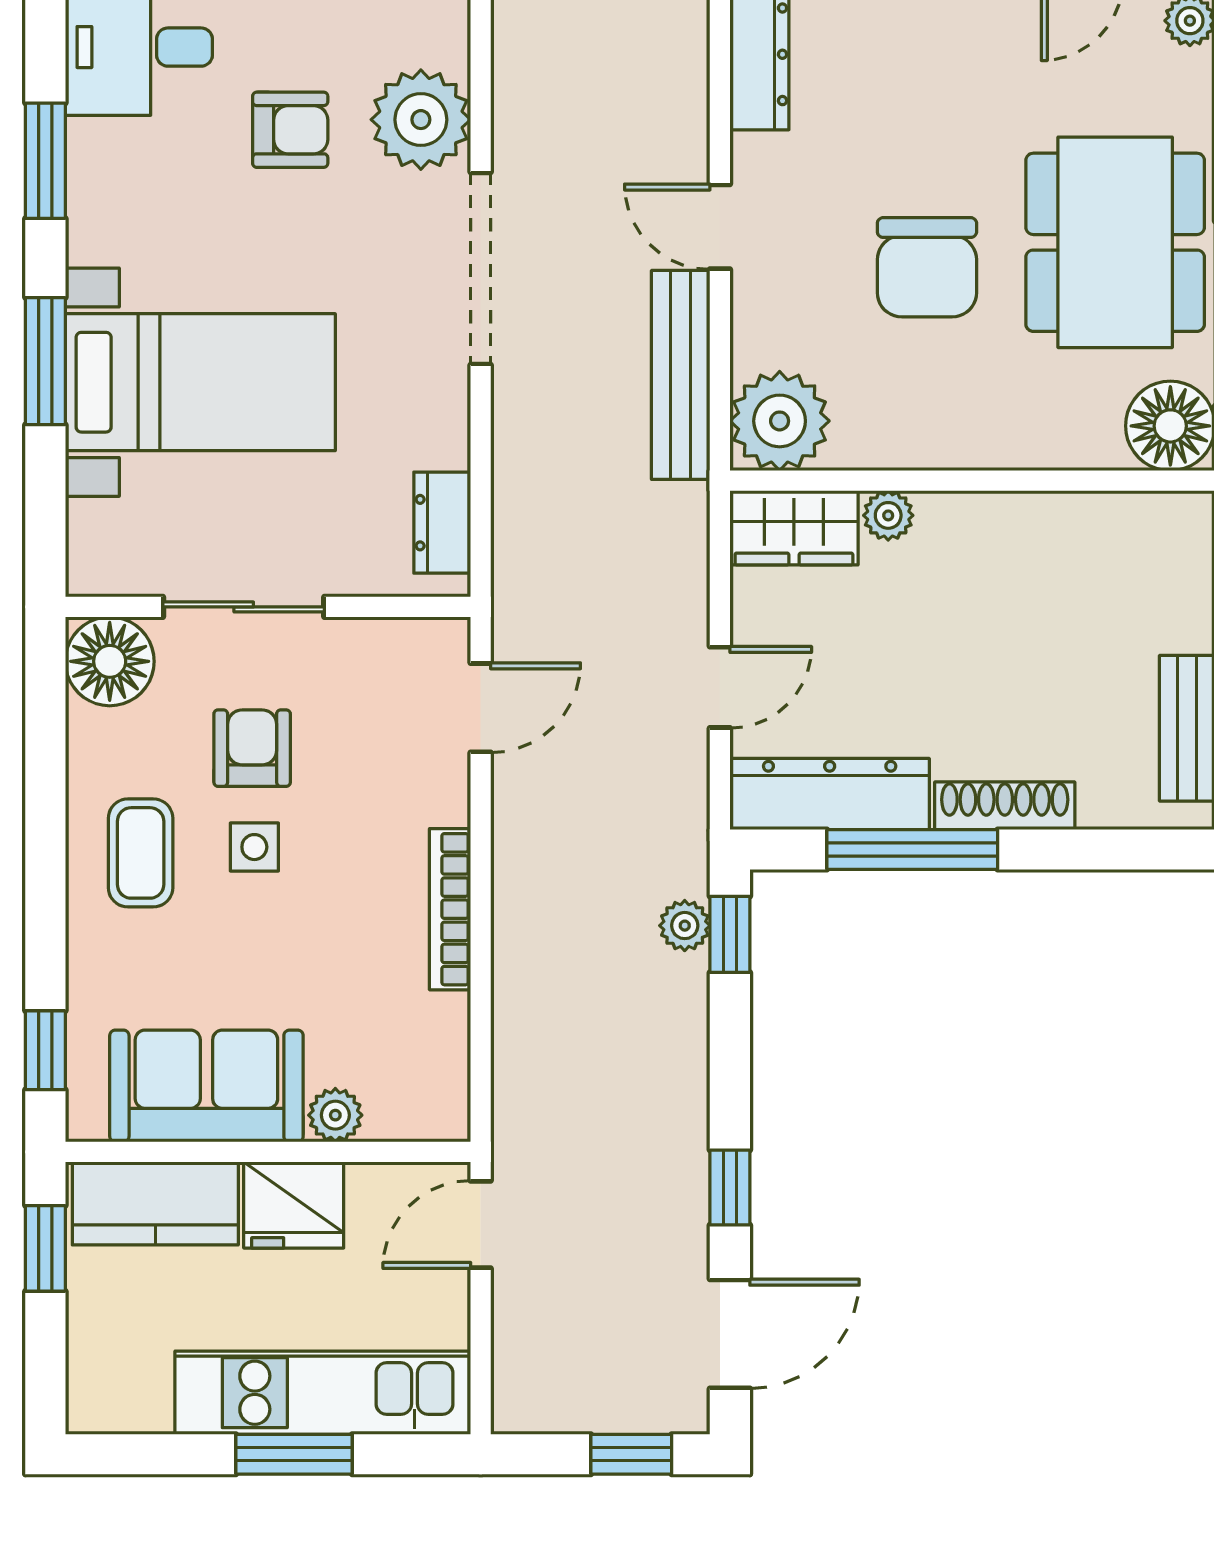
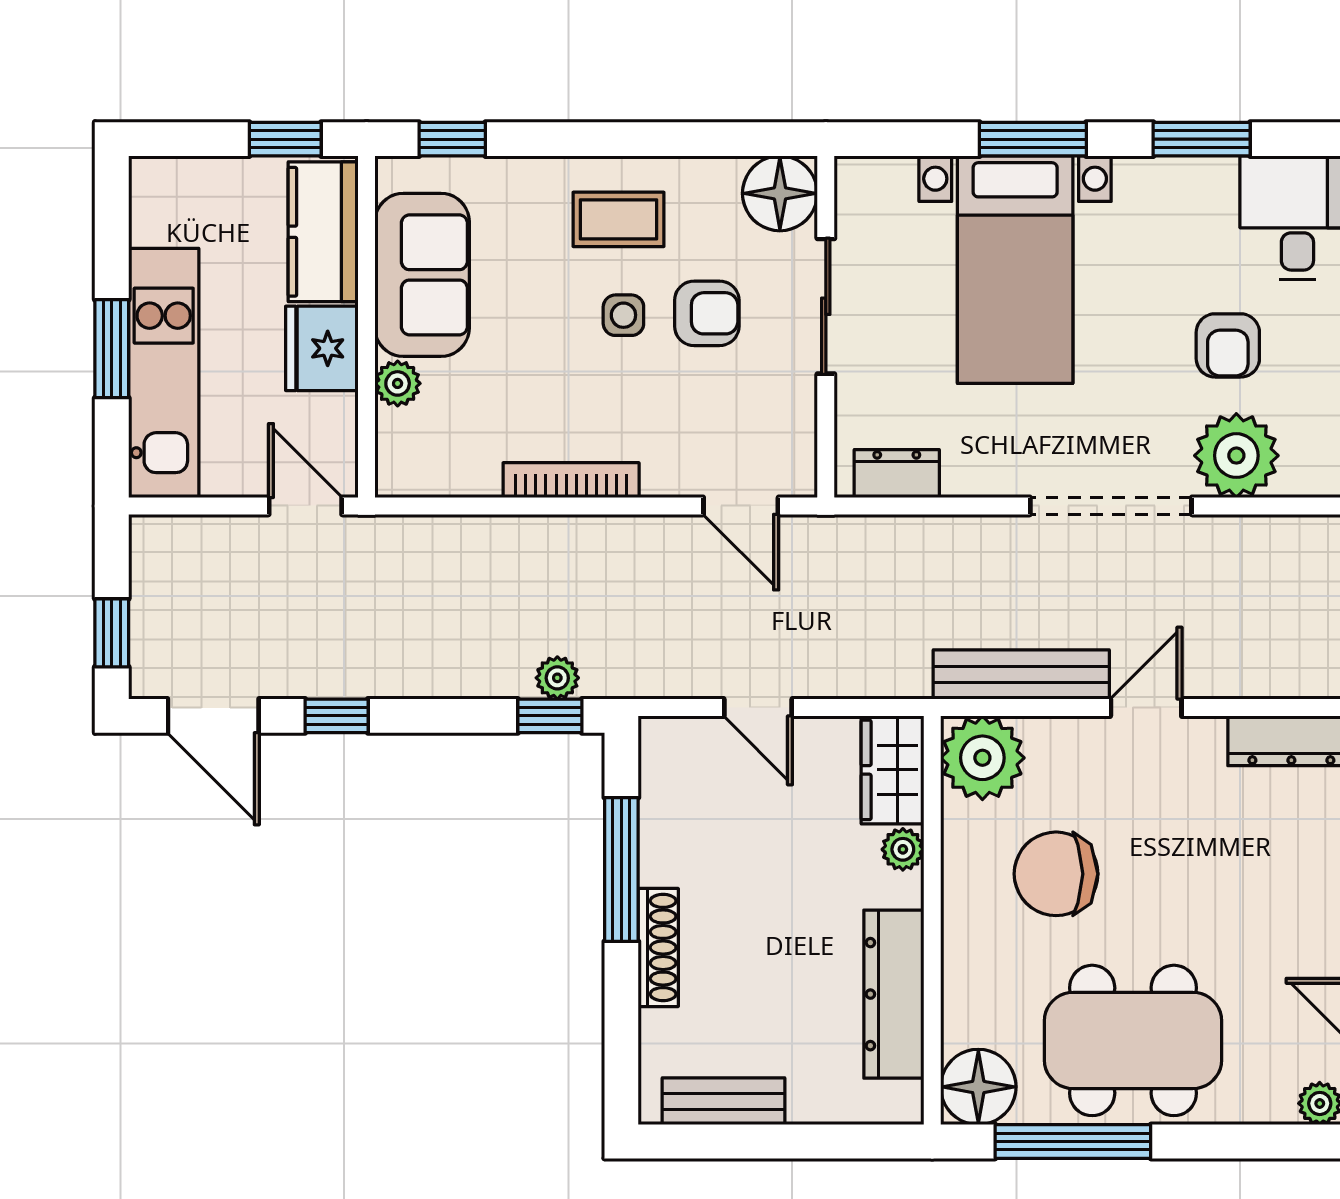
chair: (927, 267) -> (1056, 874), moved
dresser: (830, 794) -> (894, 994), moved, turned 180

